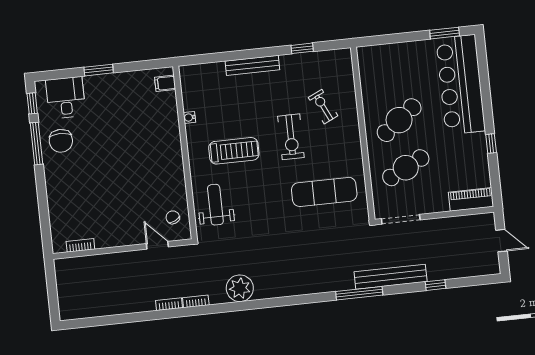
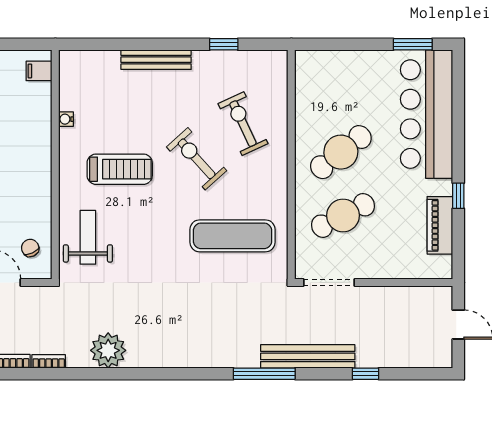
exercise bike: (323, 107) -> (243, 124), width x1.38, depth x1.39
exercise bike: (291, 137) -> (197, 159), turned 138
piano: (471, 199) -> (440, 225), moved, turned -90

